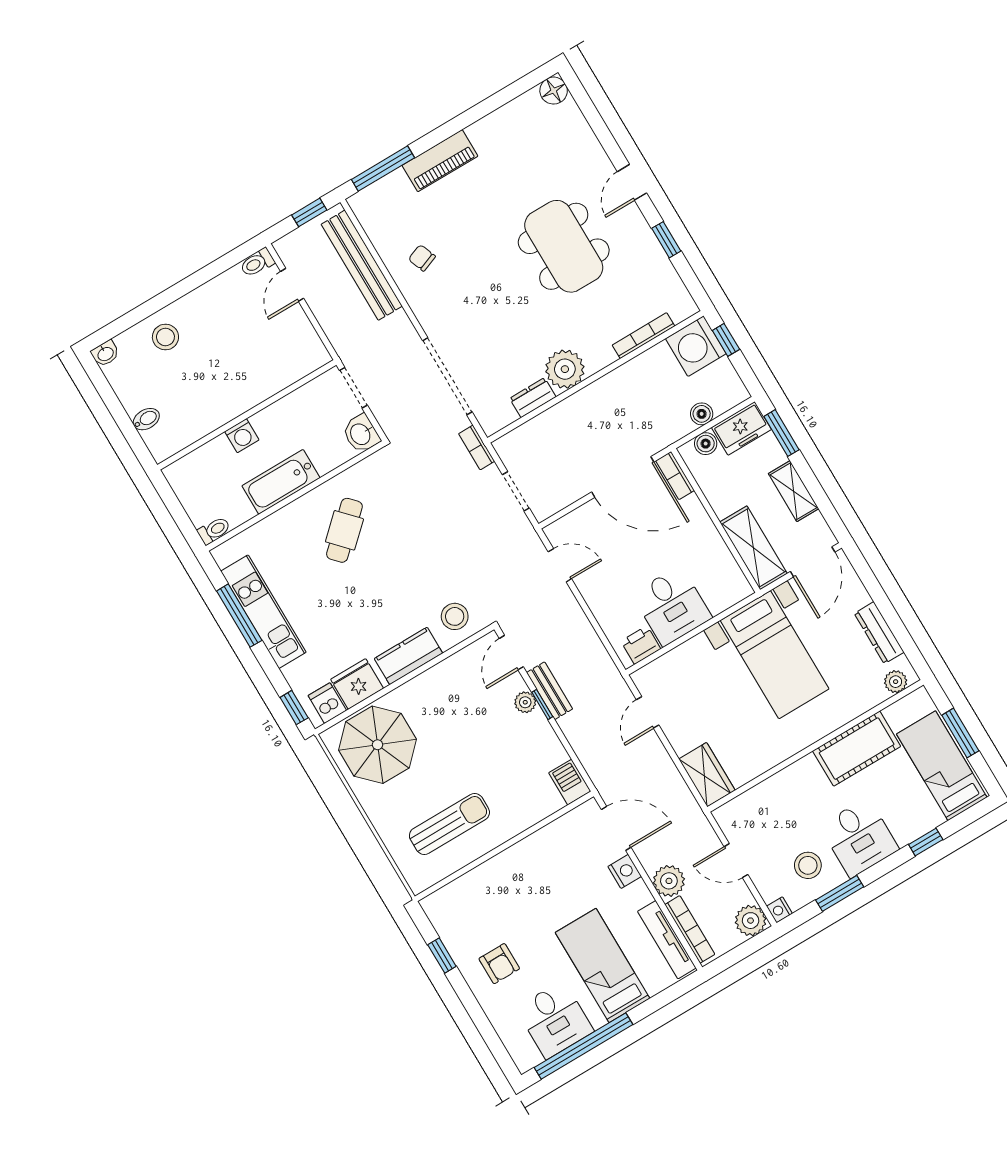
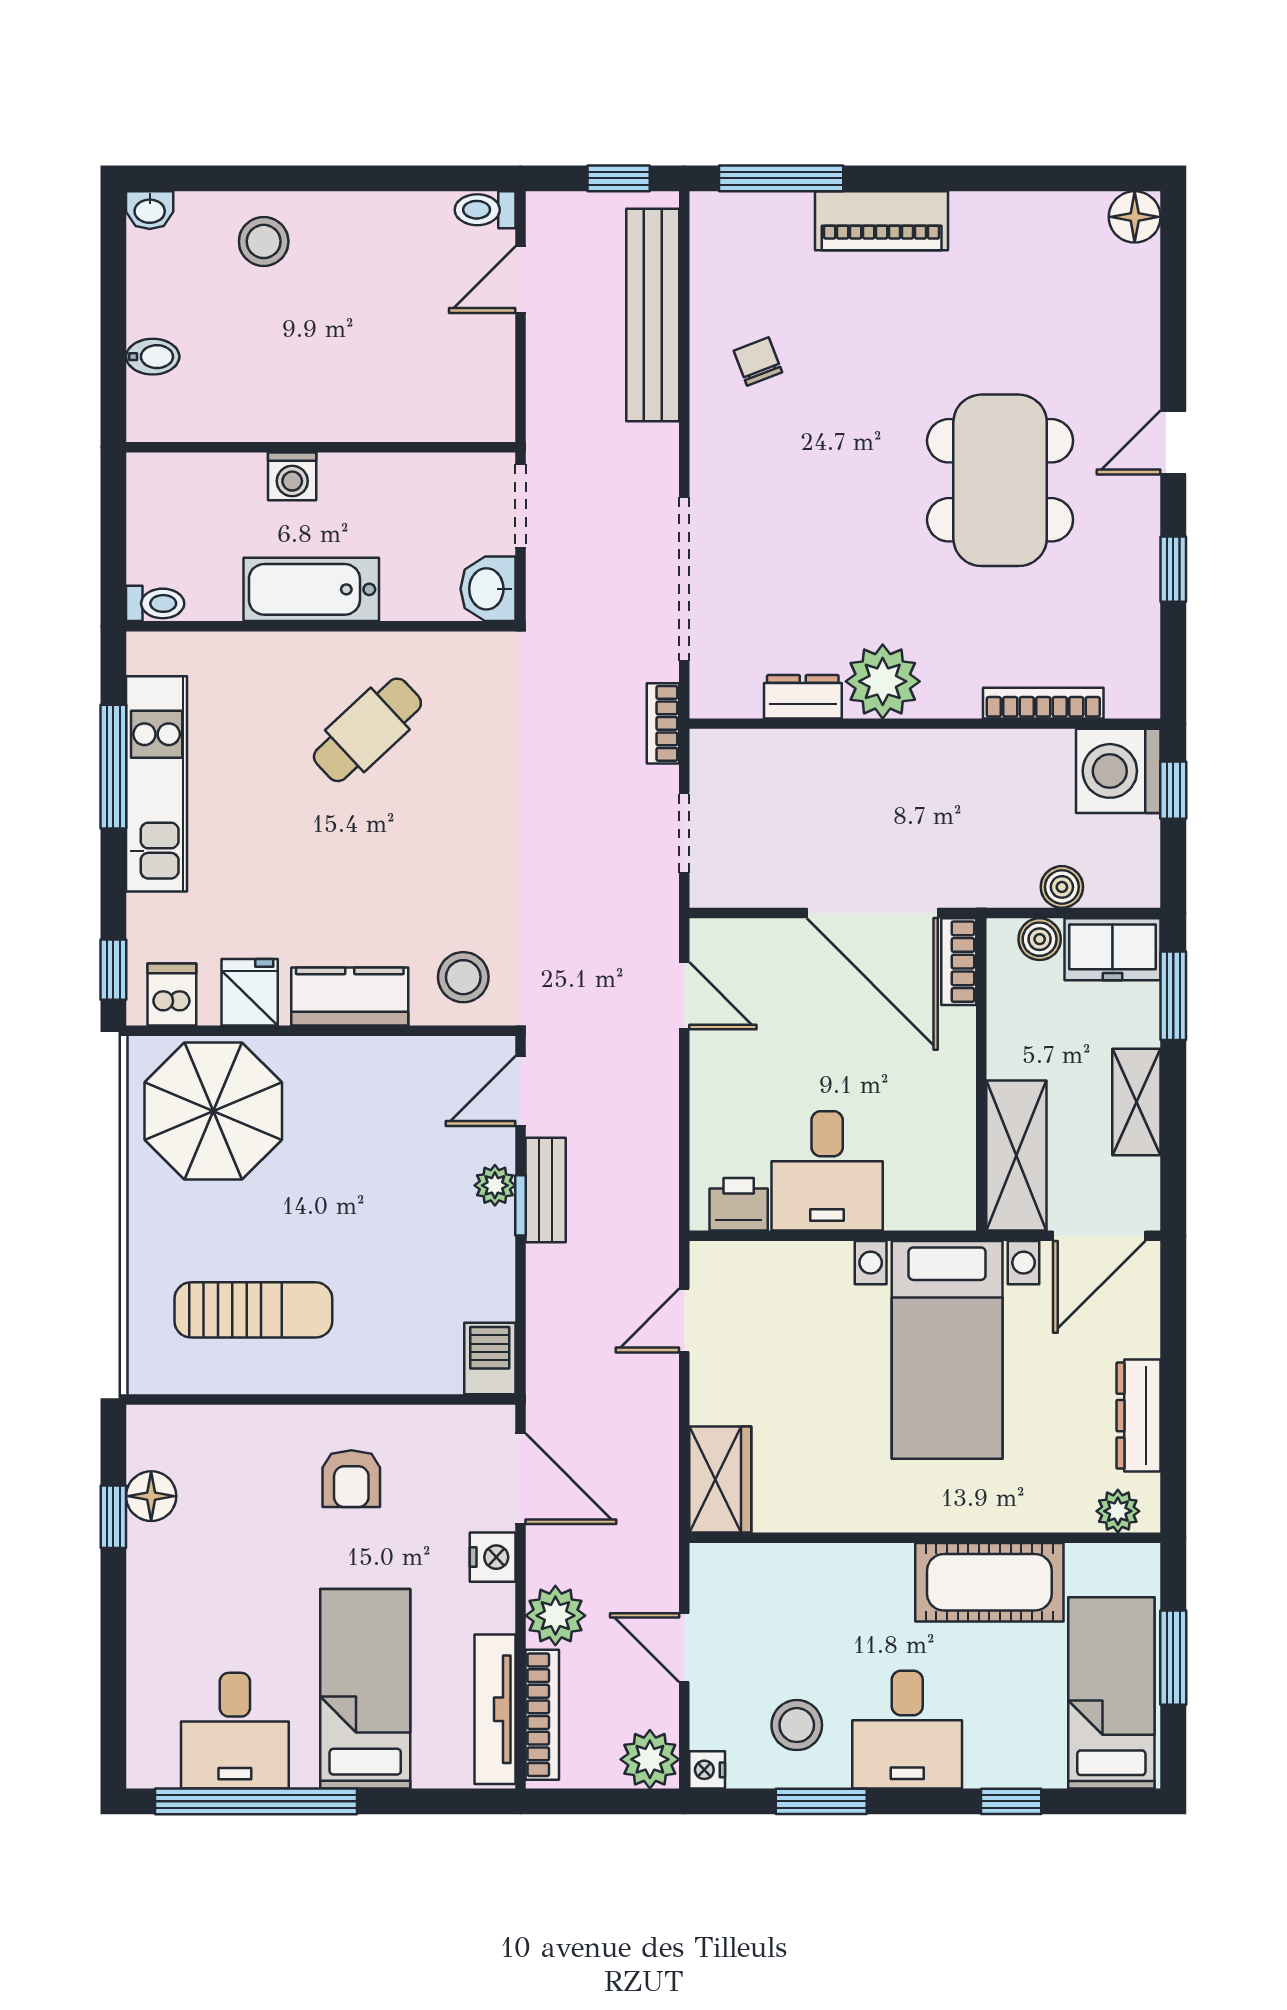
fridge: (357, 684) -> (250, 992), width x0.72
floor lamp: (453, 936) -> (151, 1496), added
armchair: (499, 964) -> (351, 1479), moved

